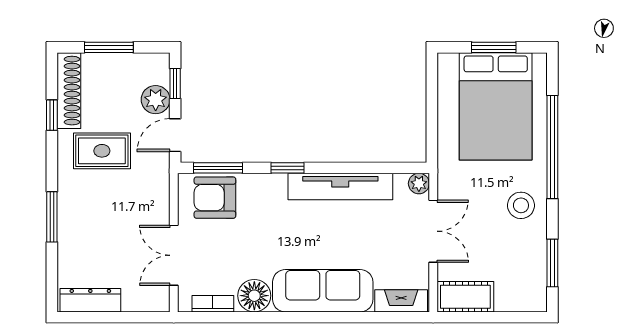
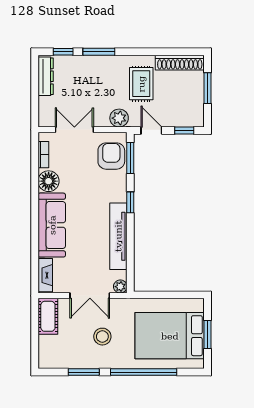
plant: (156, 100) -> (119, 118), moved
window: (52, 115) -> (63, 52), moved
stool: (521, 205) -> (102, 337), moved
window: (552, 263) -> (84, 372), moved

